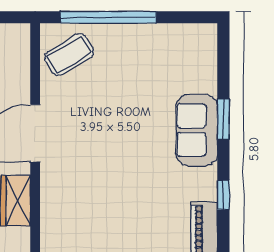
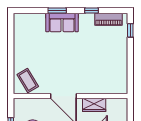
window: (108, 17) -> (11, 63), removed

